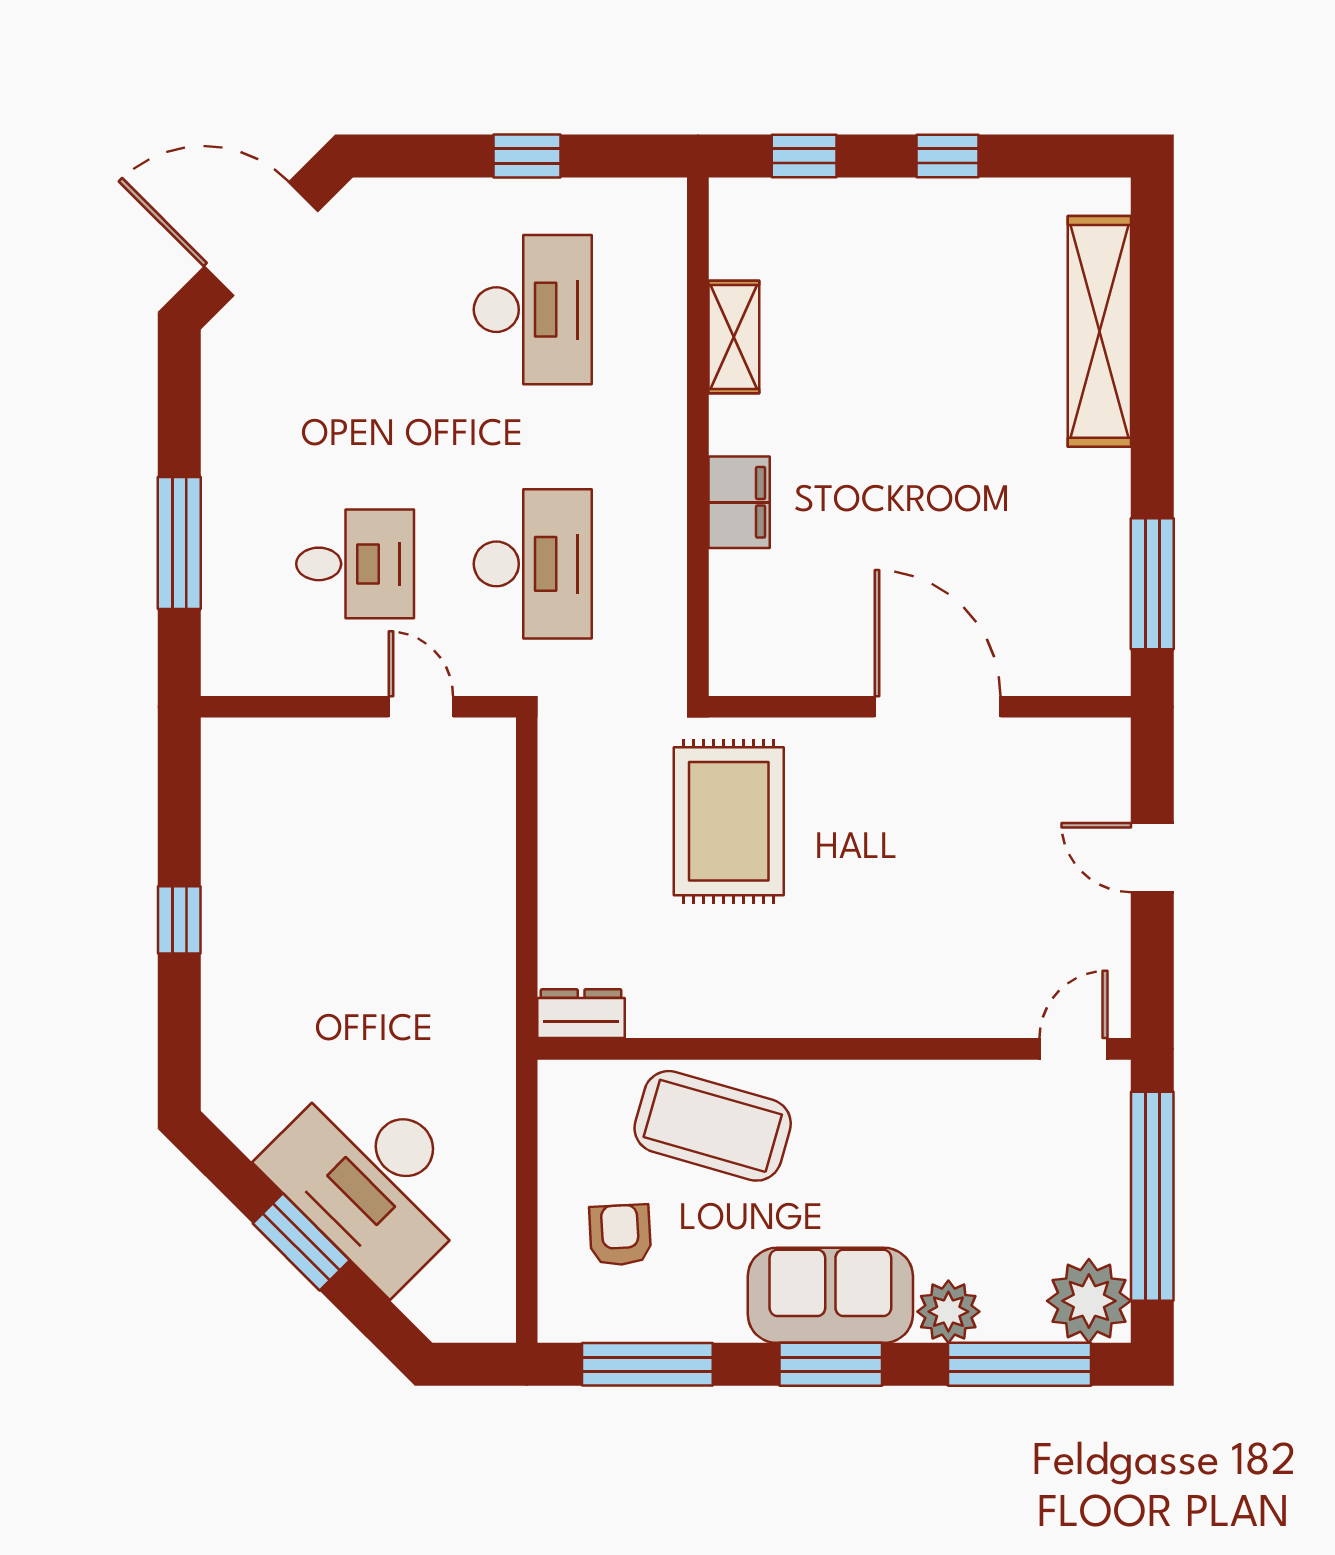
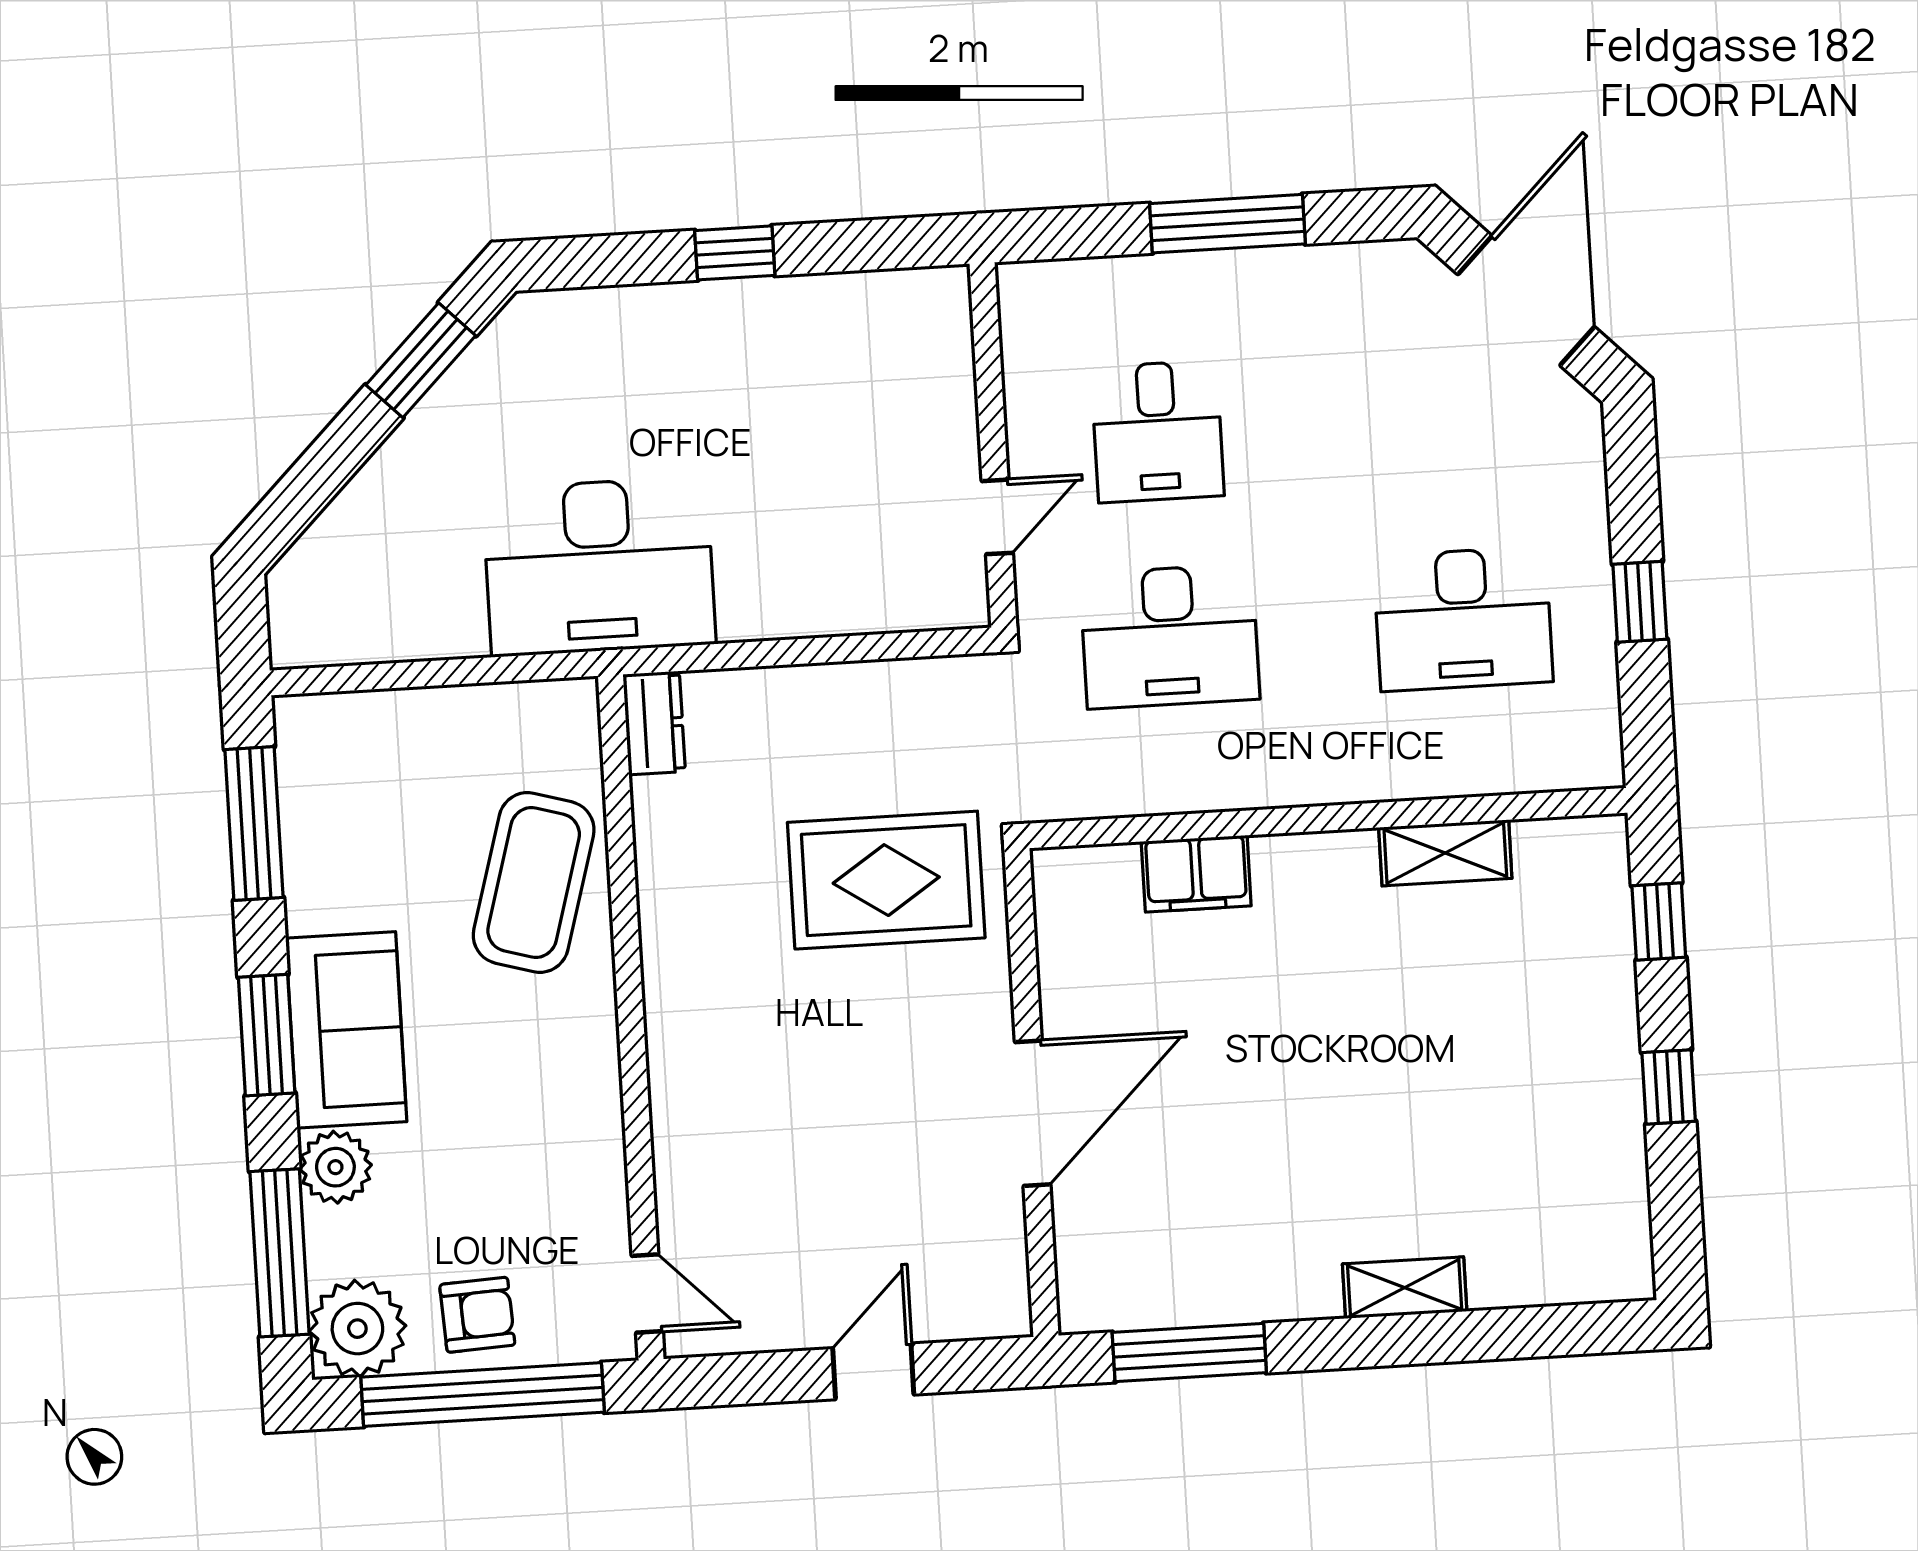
shelving: (1099, 331) -> (1405, 1288), width x0.45, depth x0.75
filing cabinet: (739, 502) -> (1196, 874), moved
window: (179, 543) -> (1227, 224), moved
desk: (372, 1180) -> (599, 567), moved, turned -135
armchair: (620, 1235) -> (477, 1315), moved
window: (301, 1242) -> (421, 360), moved

